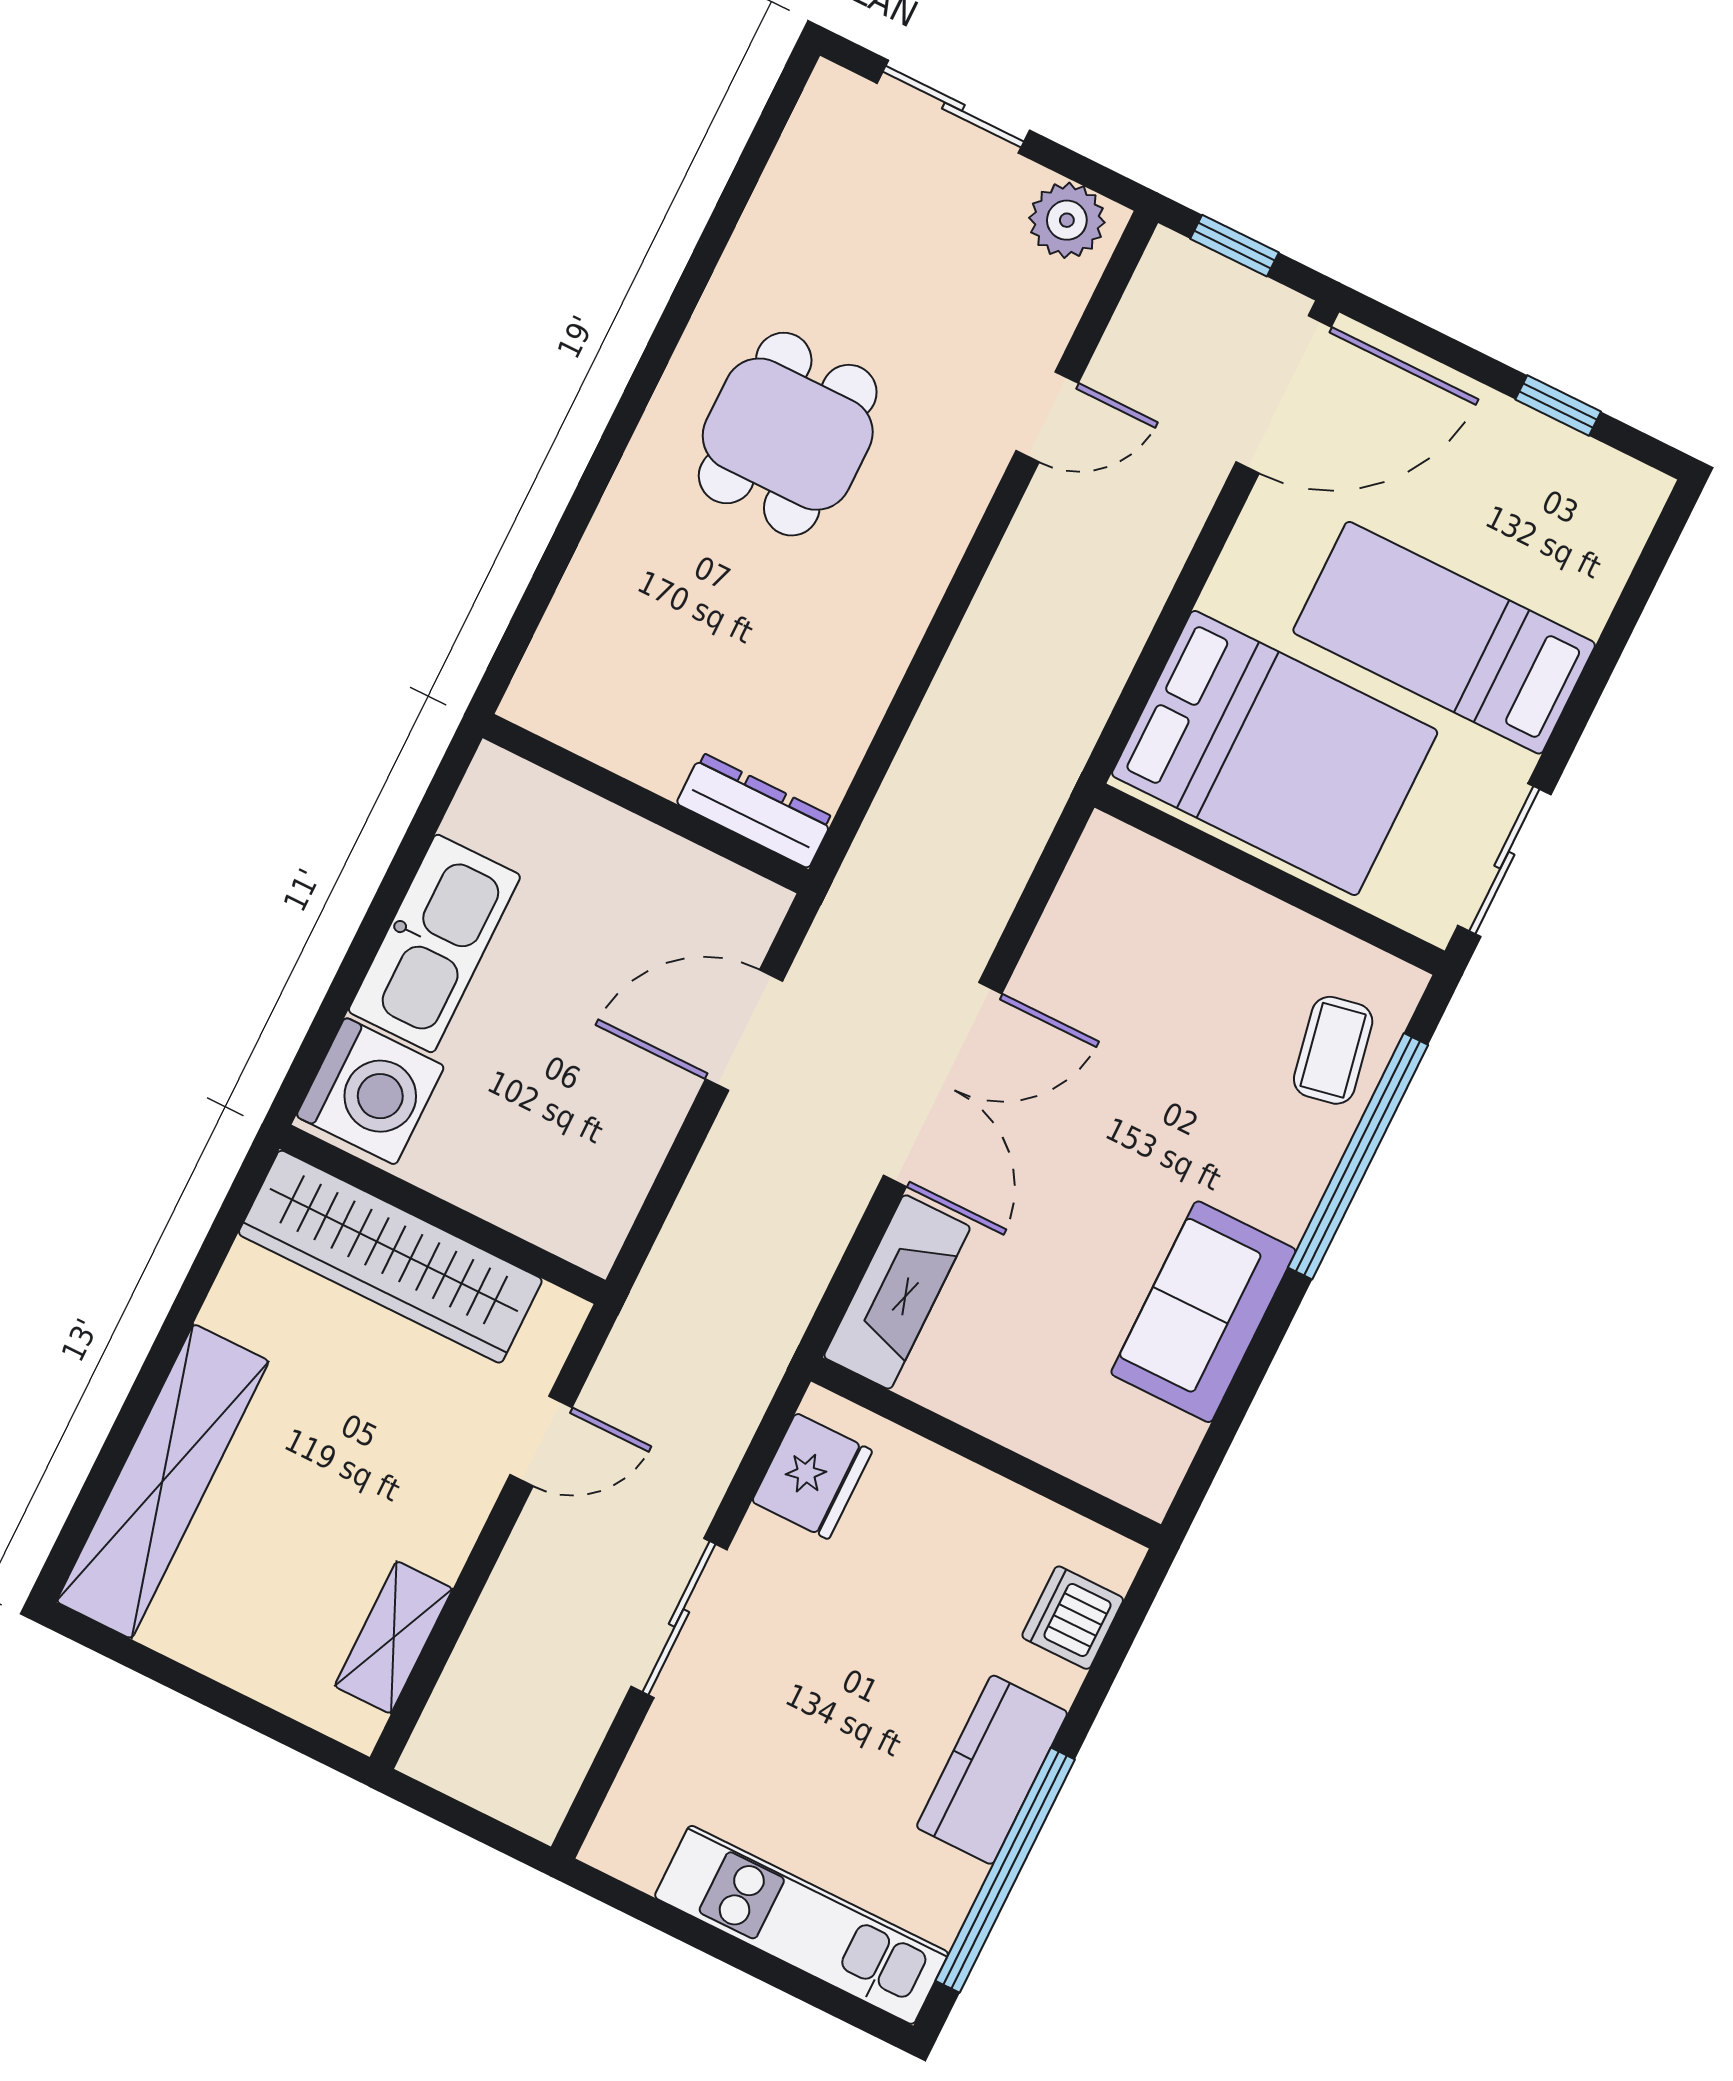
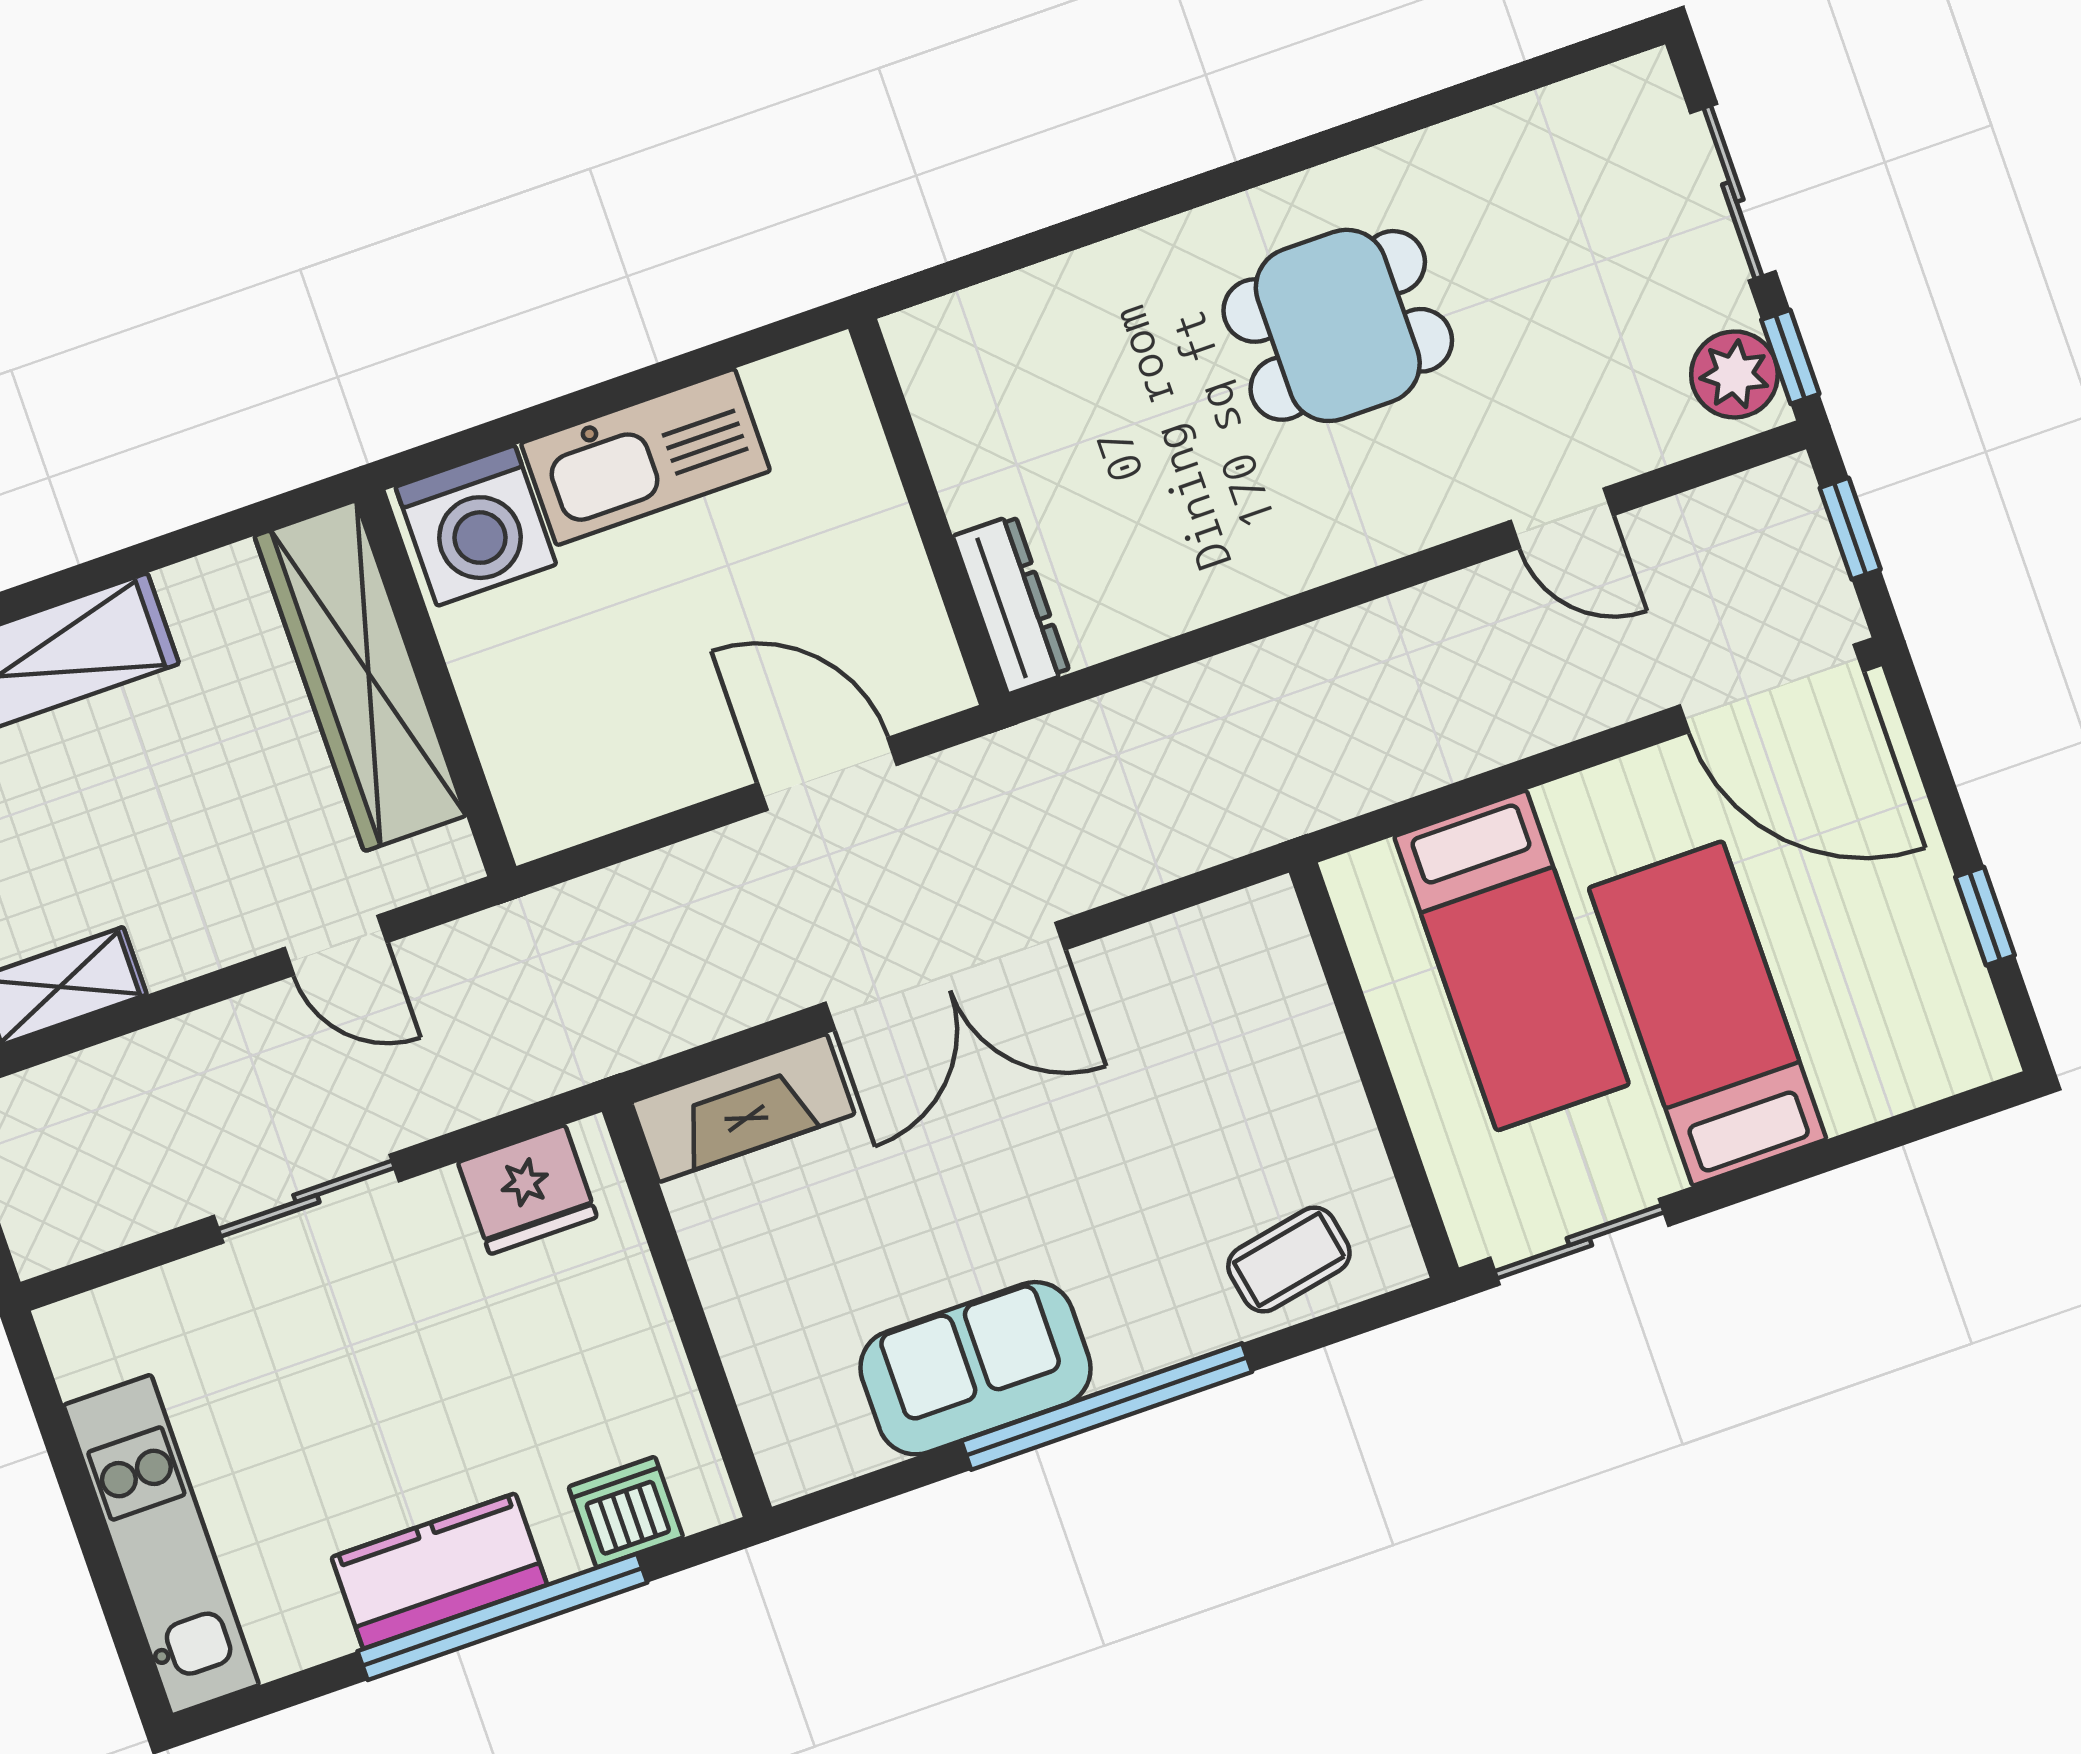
window: (1091, 175) -> (1790, 357), added
bed: (1275, 753) -> (1512, 960), width x0.67
window: (1358, 1156) -> (1107, 1406), moved
window: (1005, 1870) -> (502, 1617), moved

